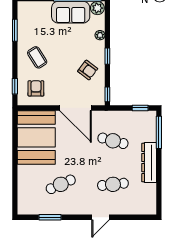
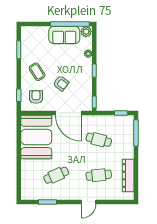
armchair: (88, 70) -> (61, 83), moved
dresser: (149, 163) -> (128, 176), moved

